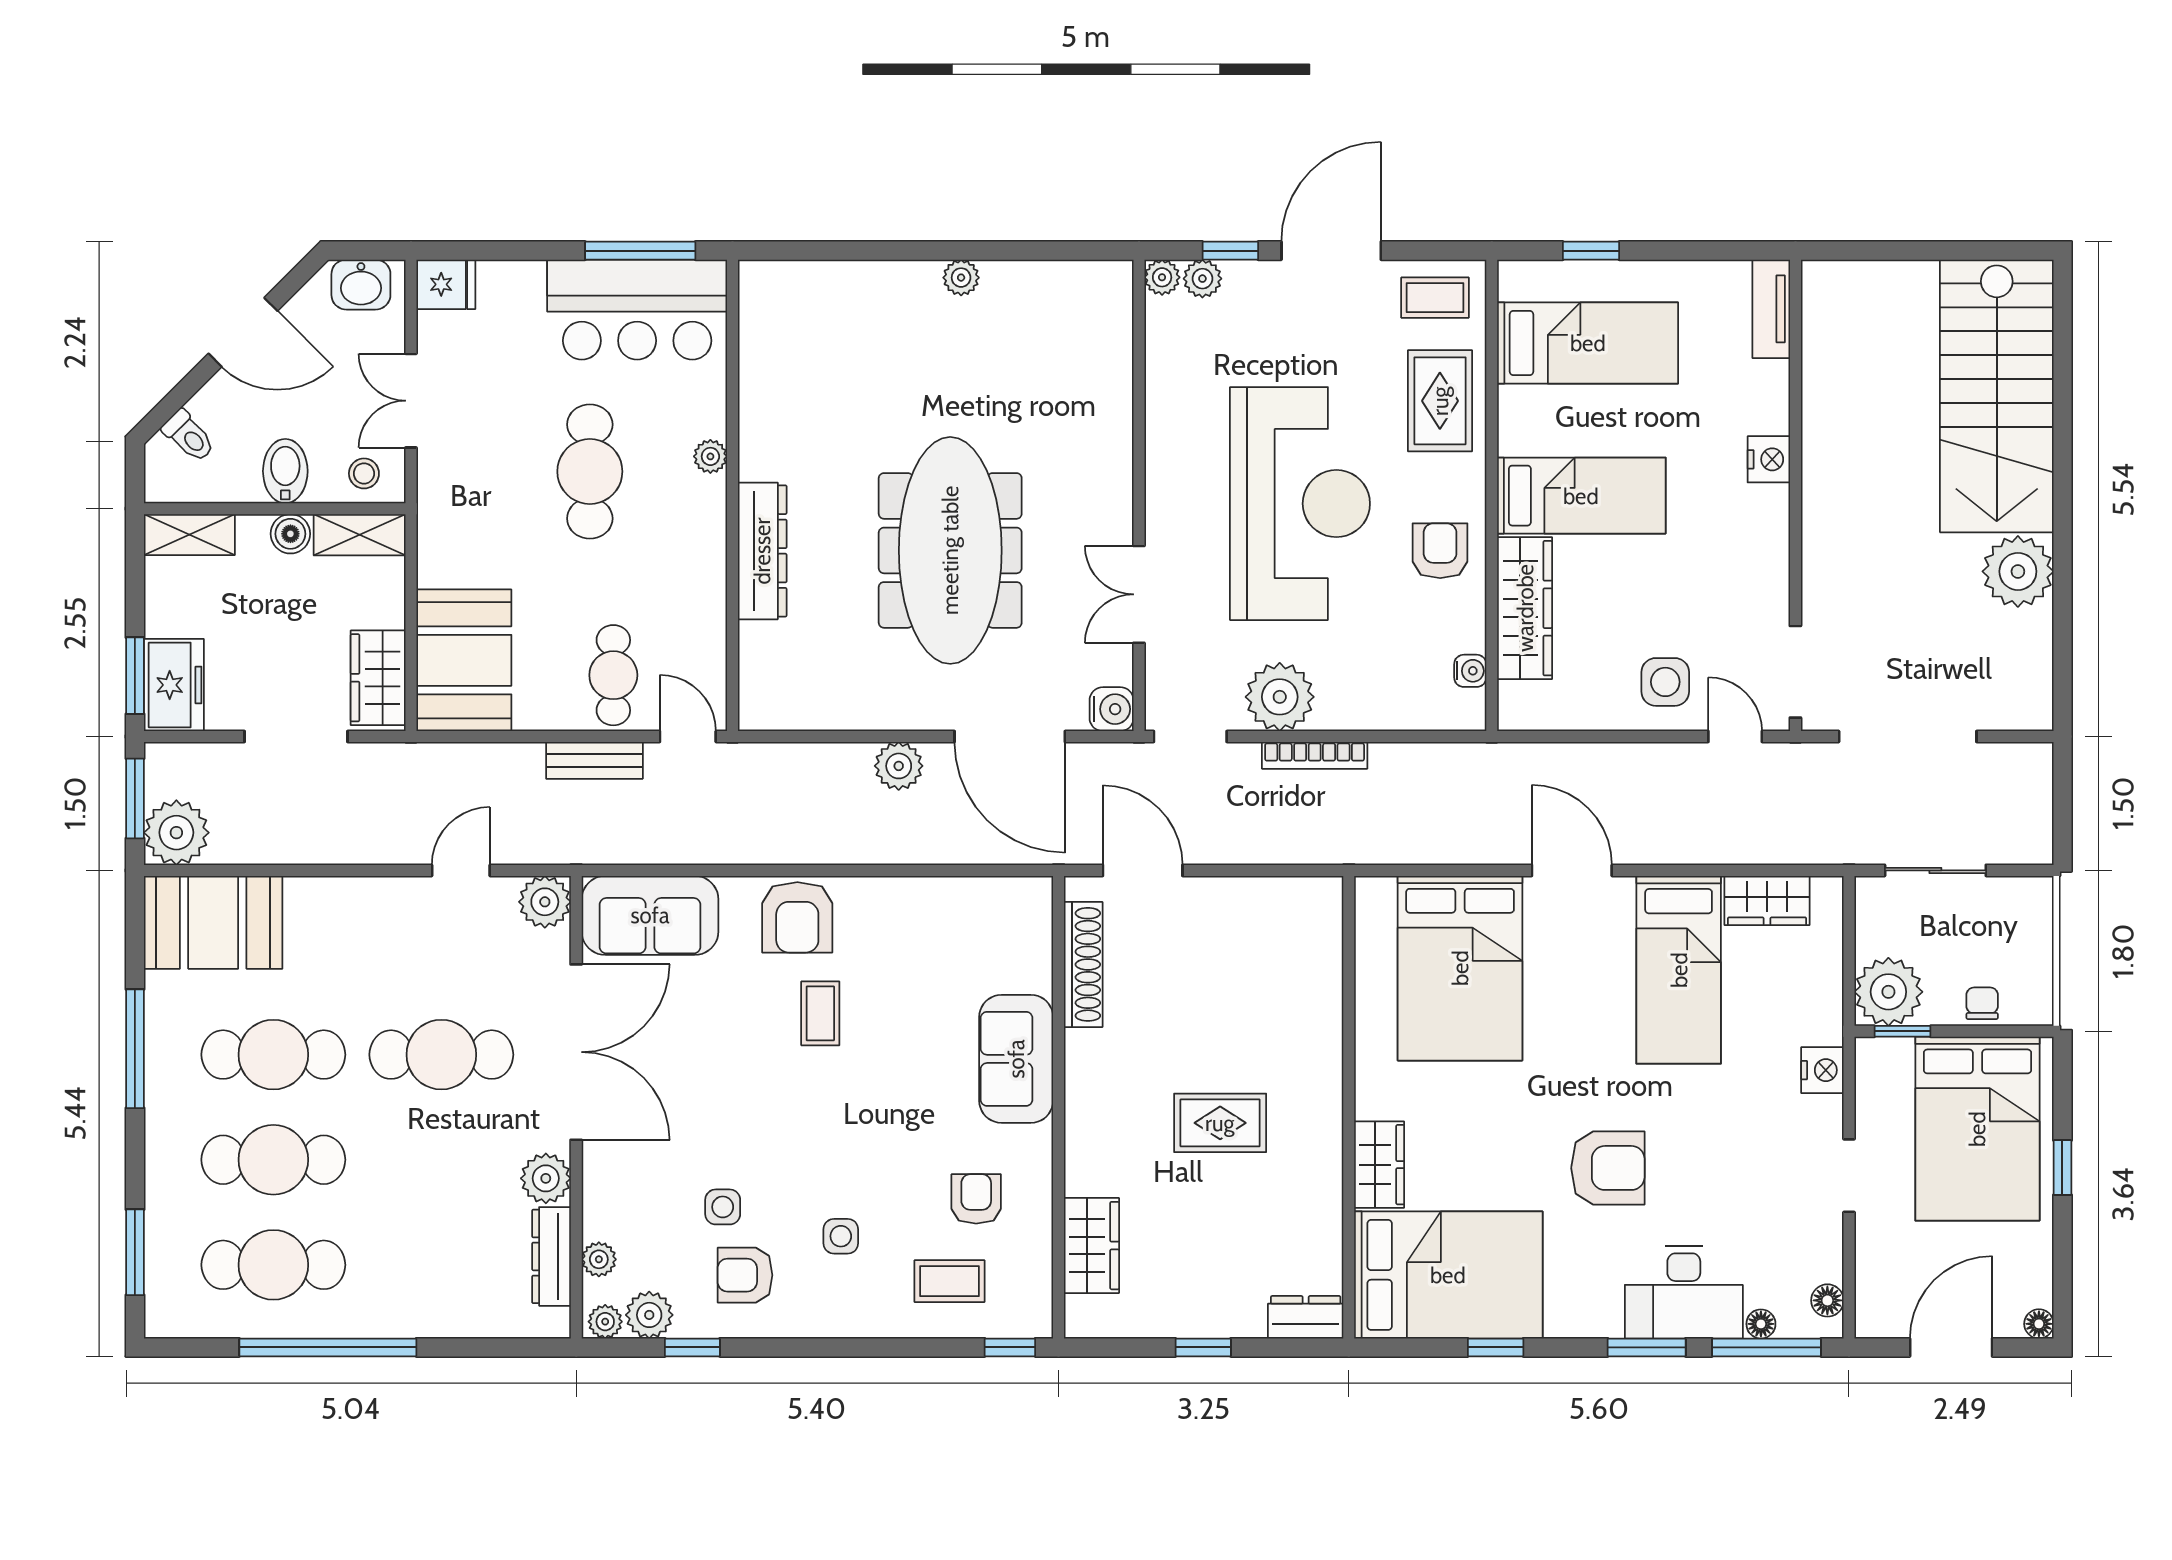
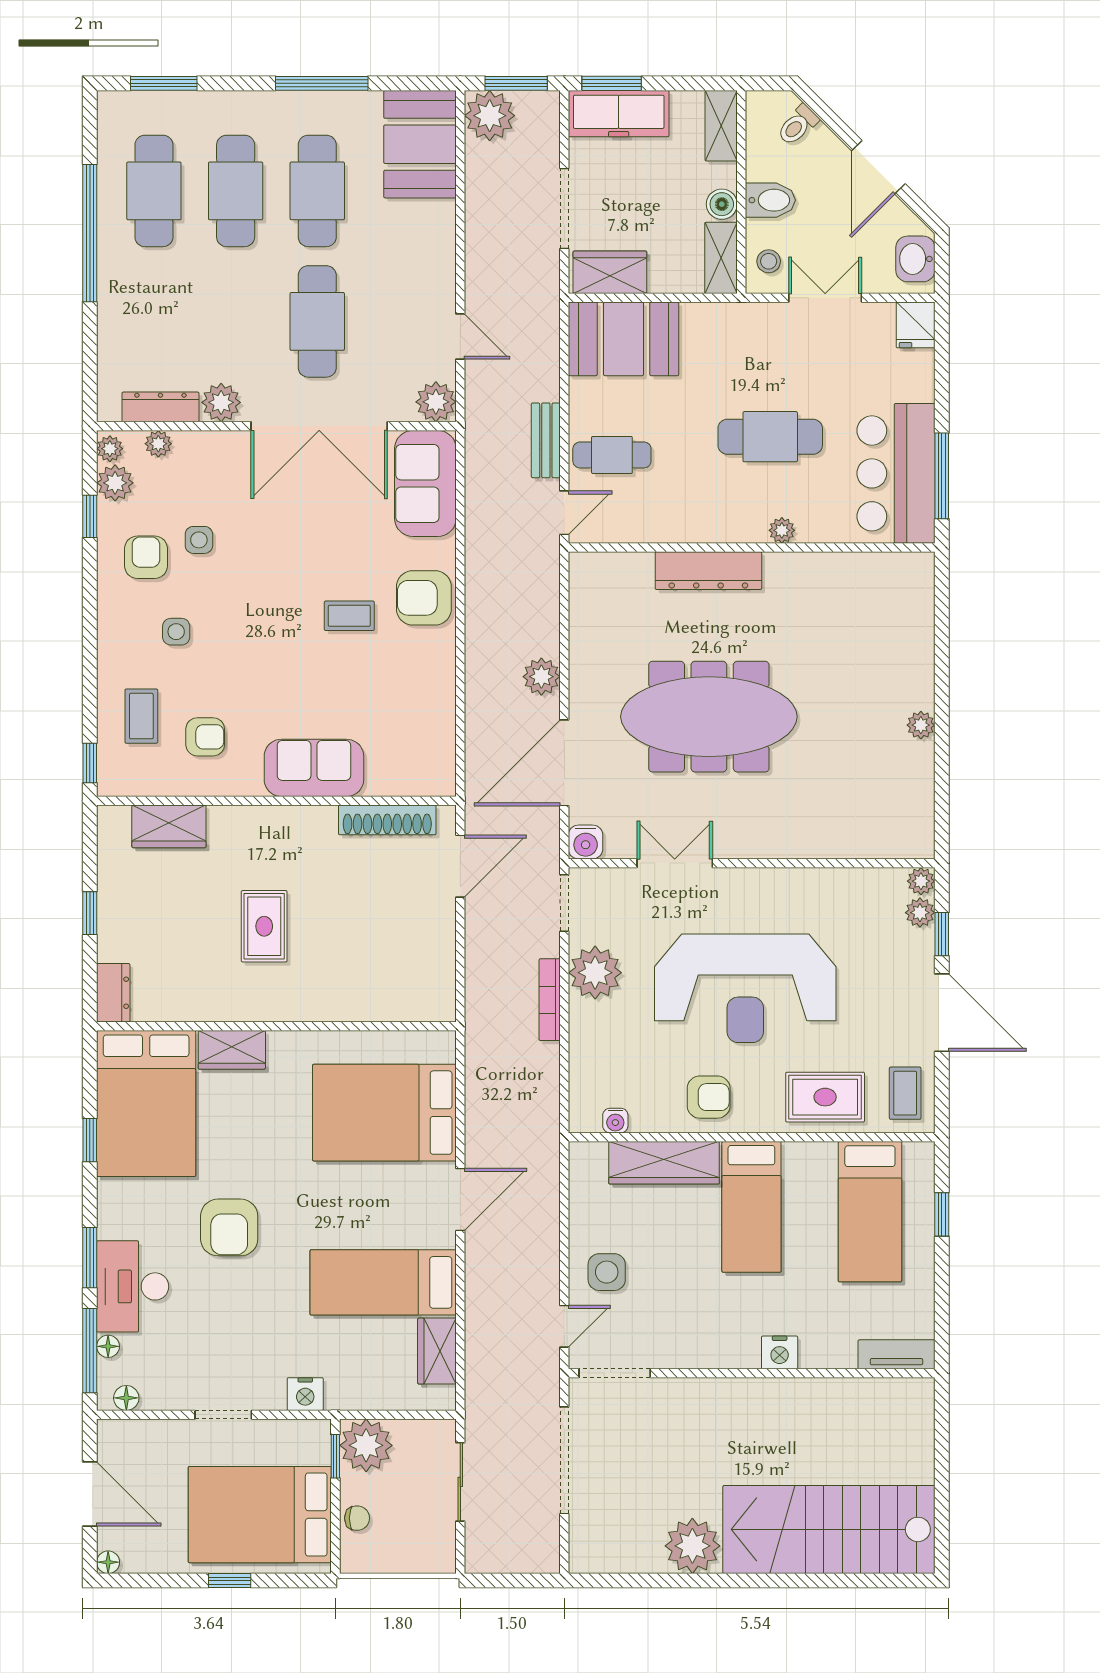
freezer: (174, 685) -> (619, 114), width x1.40

